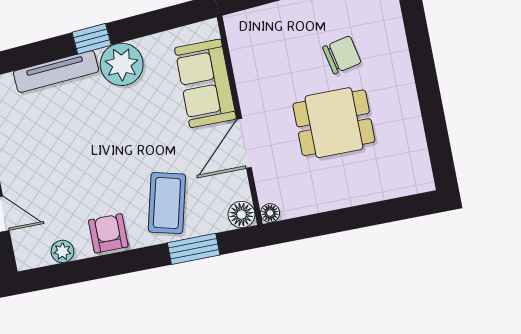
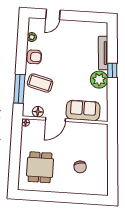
dining table: (334, 123) -> (40, 167), moved
door: (244, 143) -> (55, 119), swing flipped
floor lamp: (241, 215) -> (38, 112), moved
window: (194, 249) -> (19, 89), width x1.44

